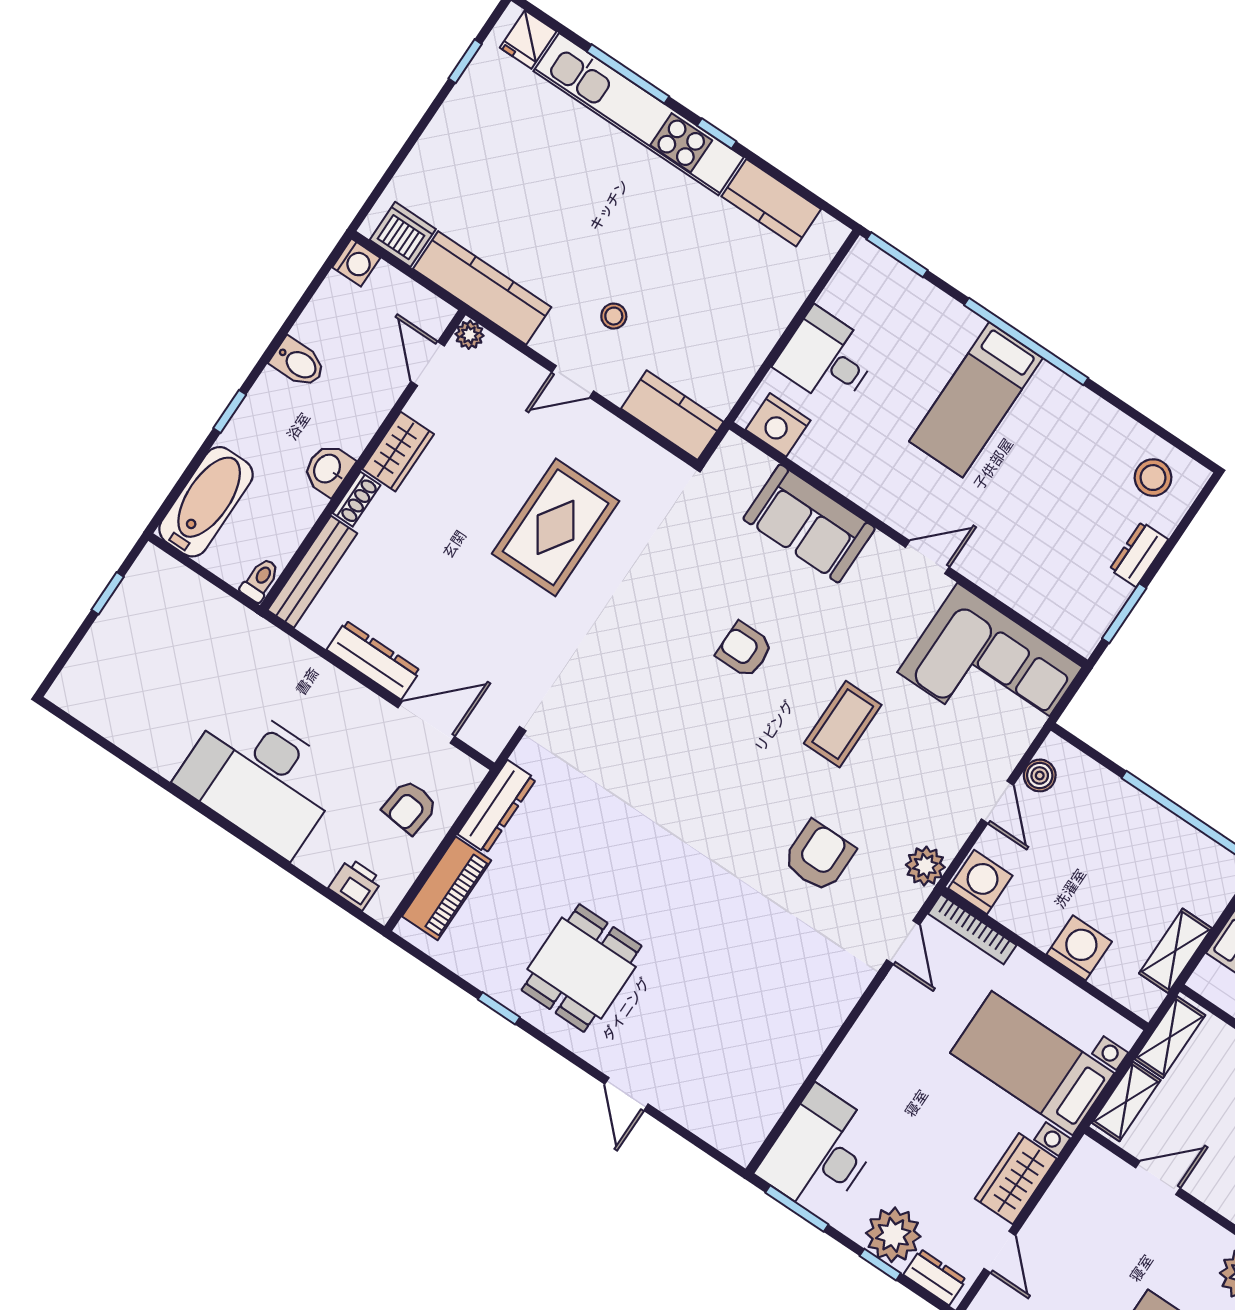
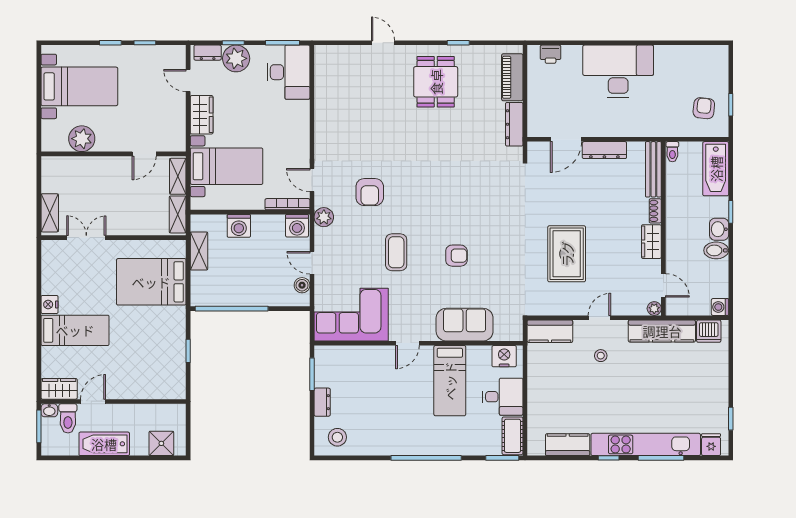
cot: (855, 281) -> (512, 436), added
bed: (976, 400) -> (450, 381), moved, turned 180
washbasin: (328, 469) -> (719, 229), moved, turned 180
armchair: (410, 807) -> (704, 108), moved

